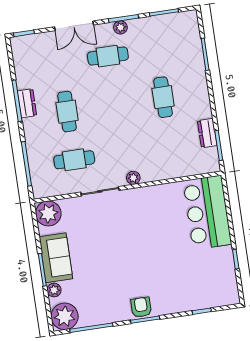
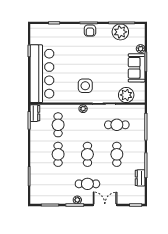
dresser: (27, 103) -> (140, 178), moved
cafe table: (115, 104) -> (87, 154), added
dresser: (207, 133) -> (35, 113), moved
cafe table: (170, 145) -> (58, 125), added
bar counter: (207, 212) -> (42, 74), width x1.36
plant: (48, 213) -> (126, 95), moved
side table: (135, 216) -> (85, 86), added
plant: (65, 316) -> (120, 32), moved

